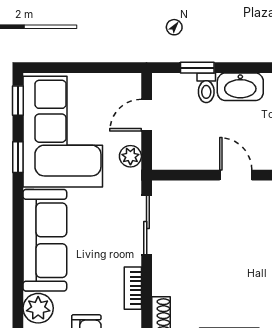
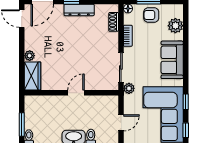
plant: (130, 156) -> (129, 88), moved
door: (236, 175) -> (76, 93), swing flipped
sofa: (45, 240) -> (172, 60), width x0.73

